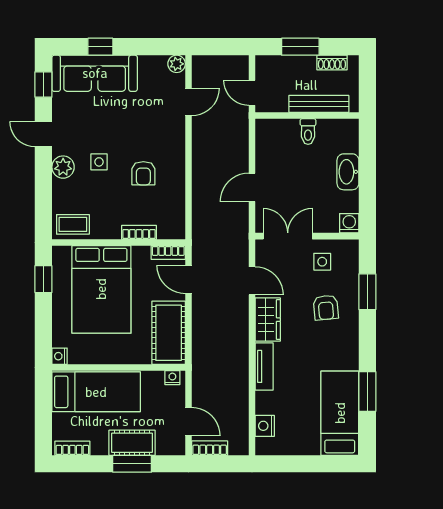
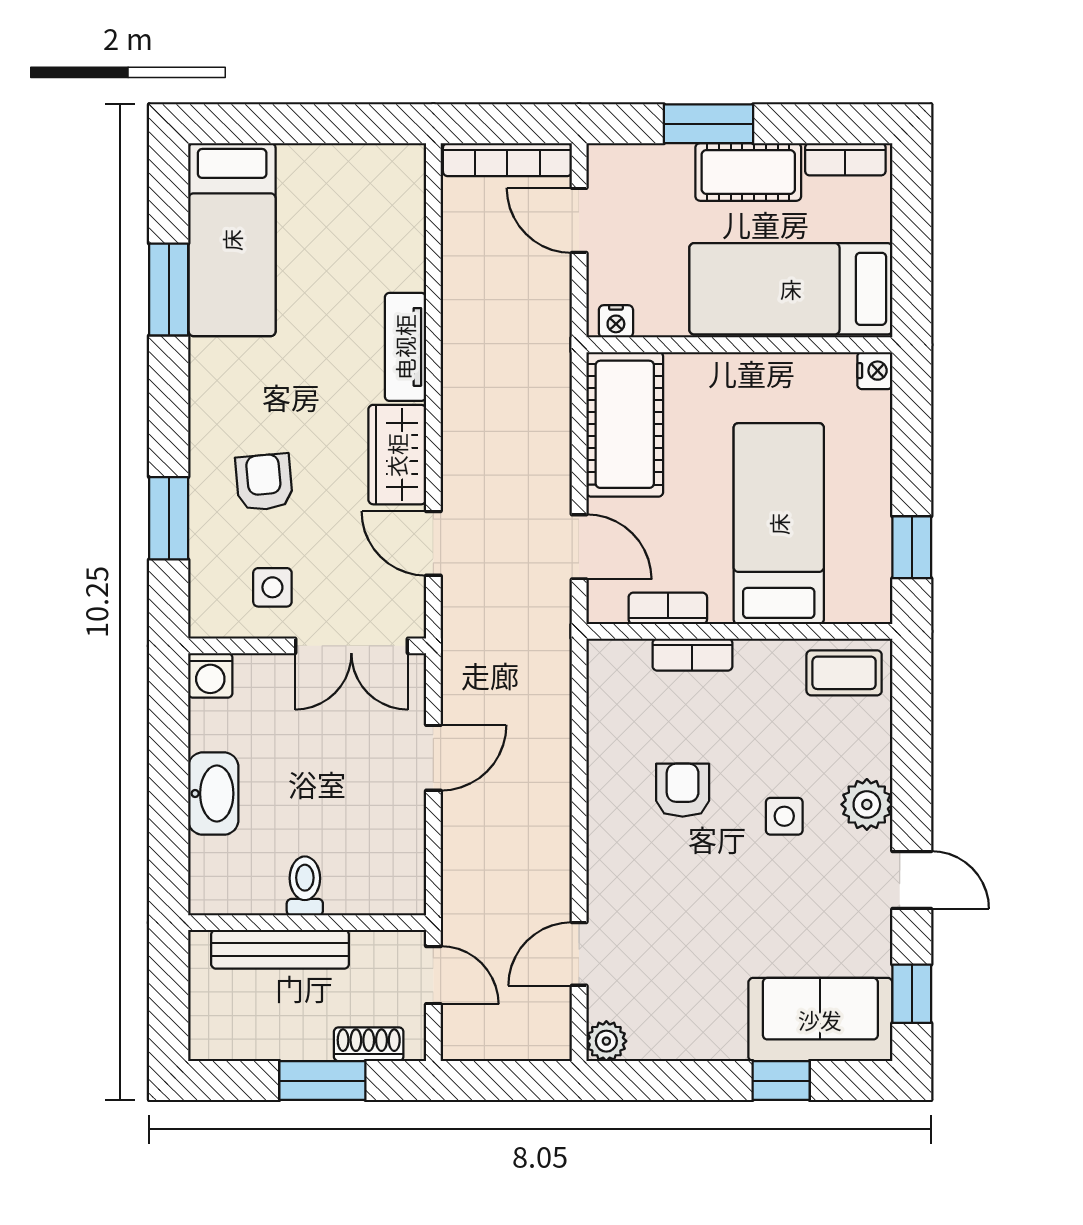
shoe rack: (332, 63) -> (369, 1044), moved
sofa: (95, 73) -> (820, 1020), width x0.73
bookcase: (168, 253) -> (668, 608), moved
bed: (101, 289) -> (779, 524), width x0.67
nightstand: (265, 426) -> (404, 211), removed
cot: (132, 443) -> (748, 172), moved
bookcase: (210, 448) -> (507, 160), width x1.56

